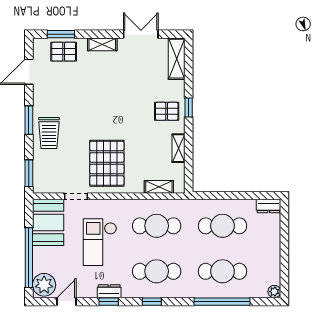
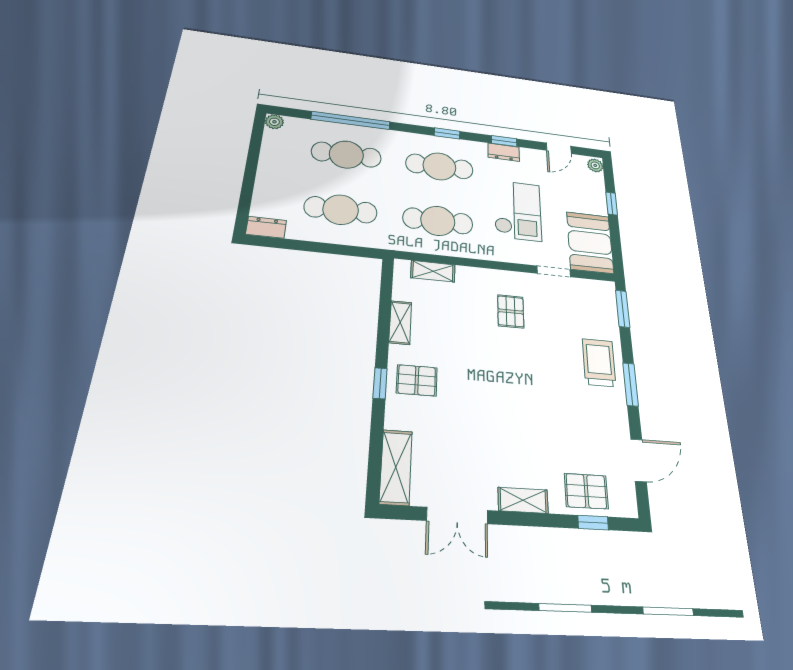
window: (61, 34) -> (593, 523), width x0.67
pallet: (107, 163) -> (511, 311), width x0.49, depth x0.50
window: (29, 258) -> (612, 204), width x0.32
plant: (44, 285) -> (595, 165), width x0.53, depth x0.53

